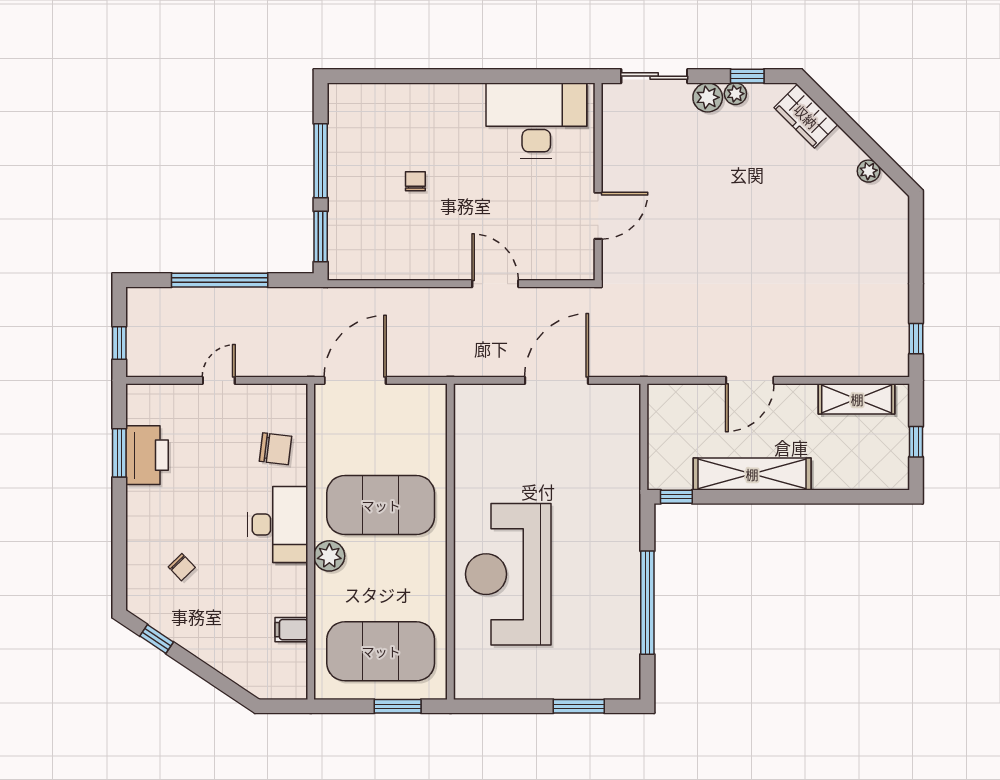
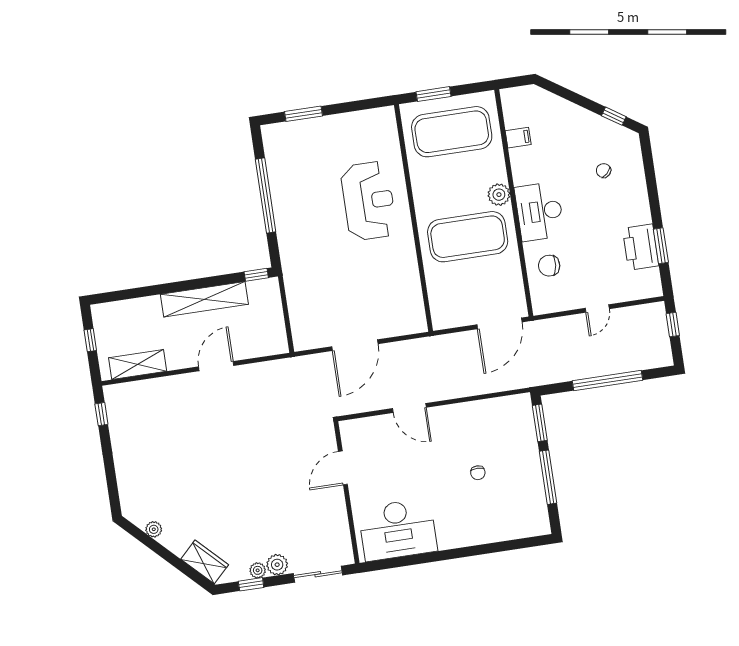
reception desk: (508, 574) -> (369, 201), width x0.74, depth x0.77

